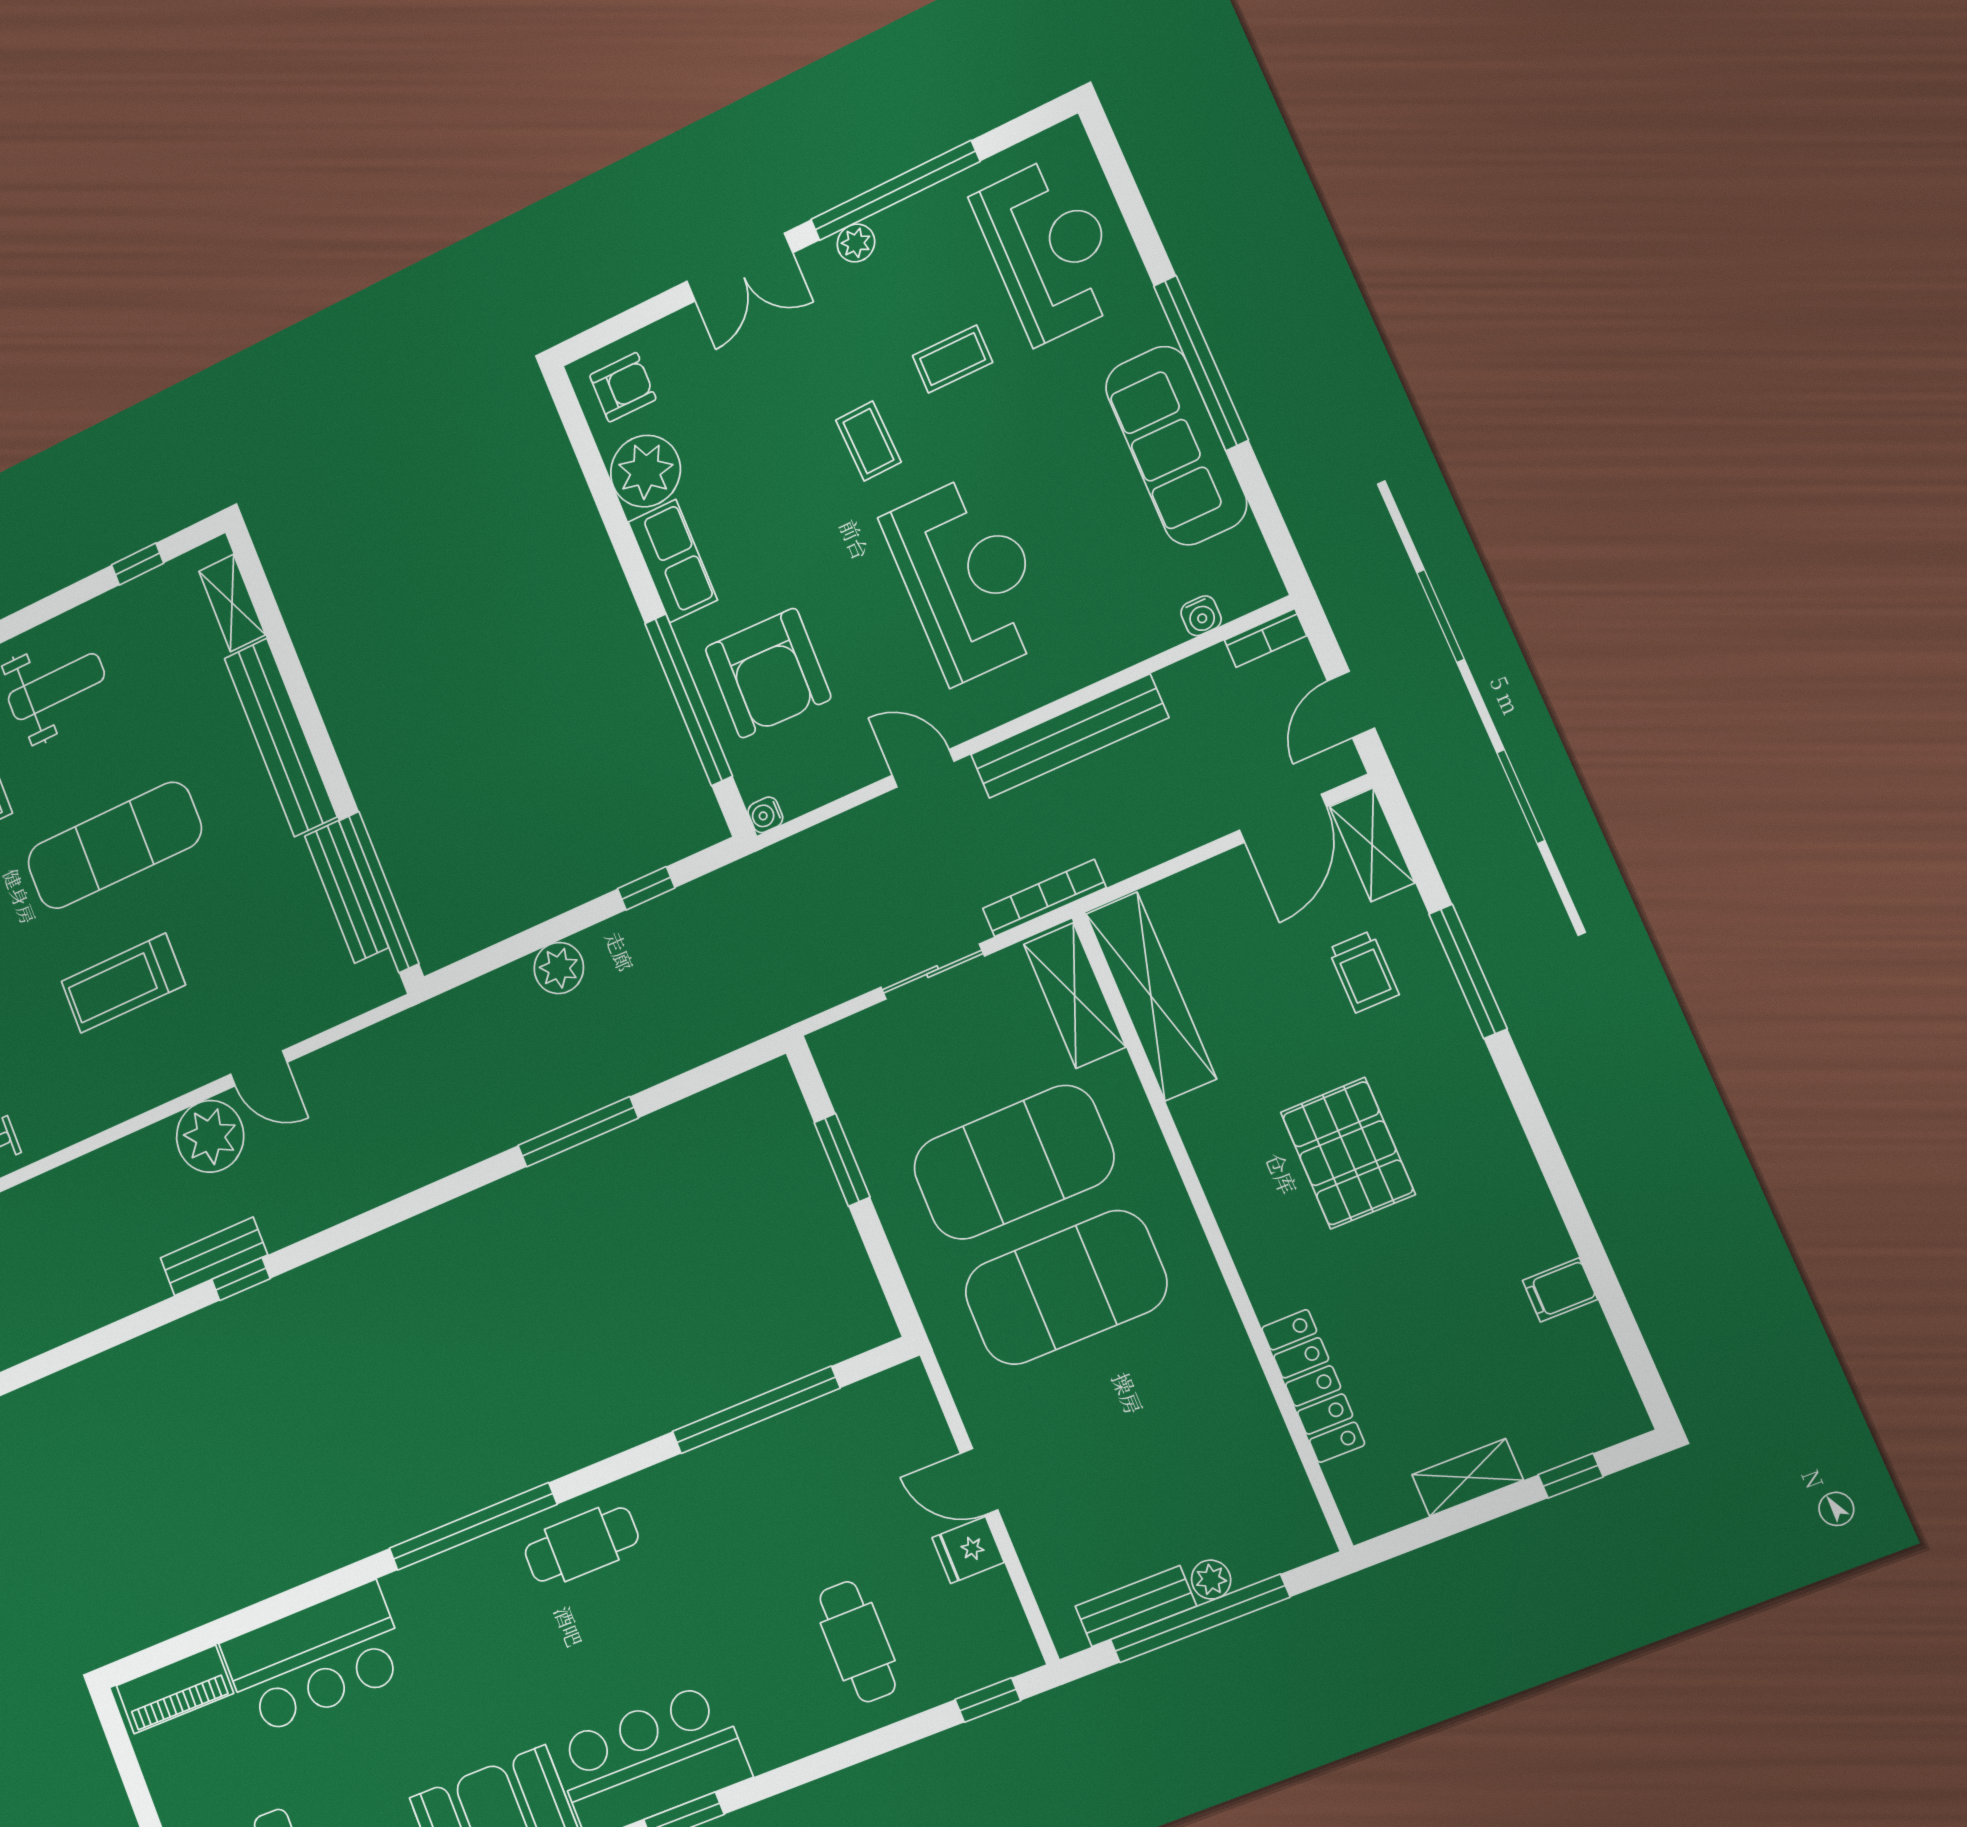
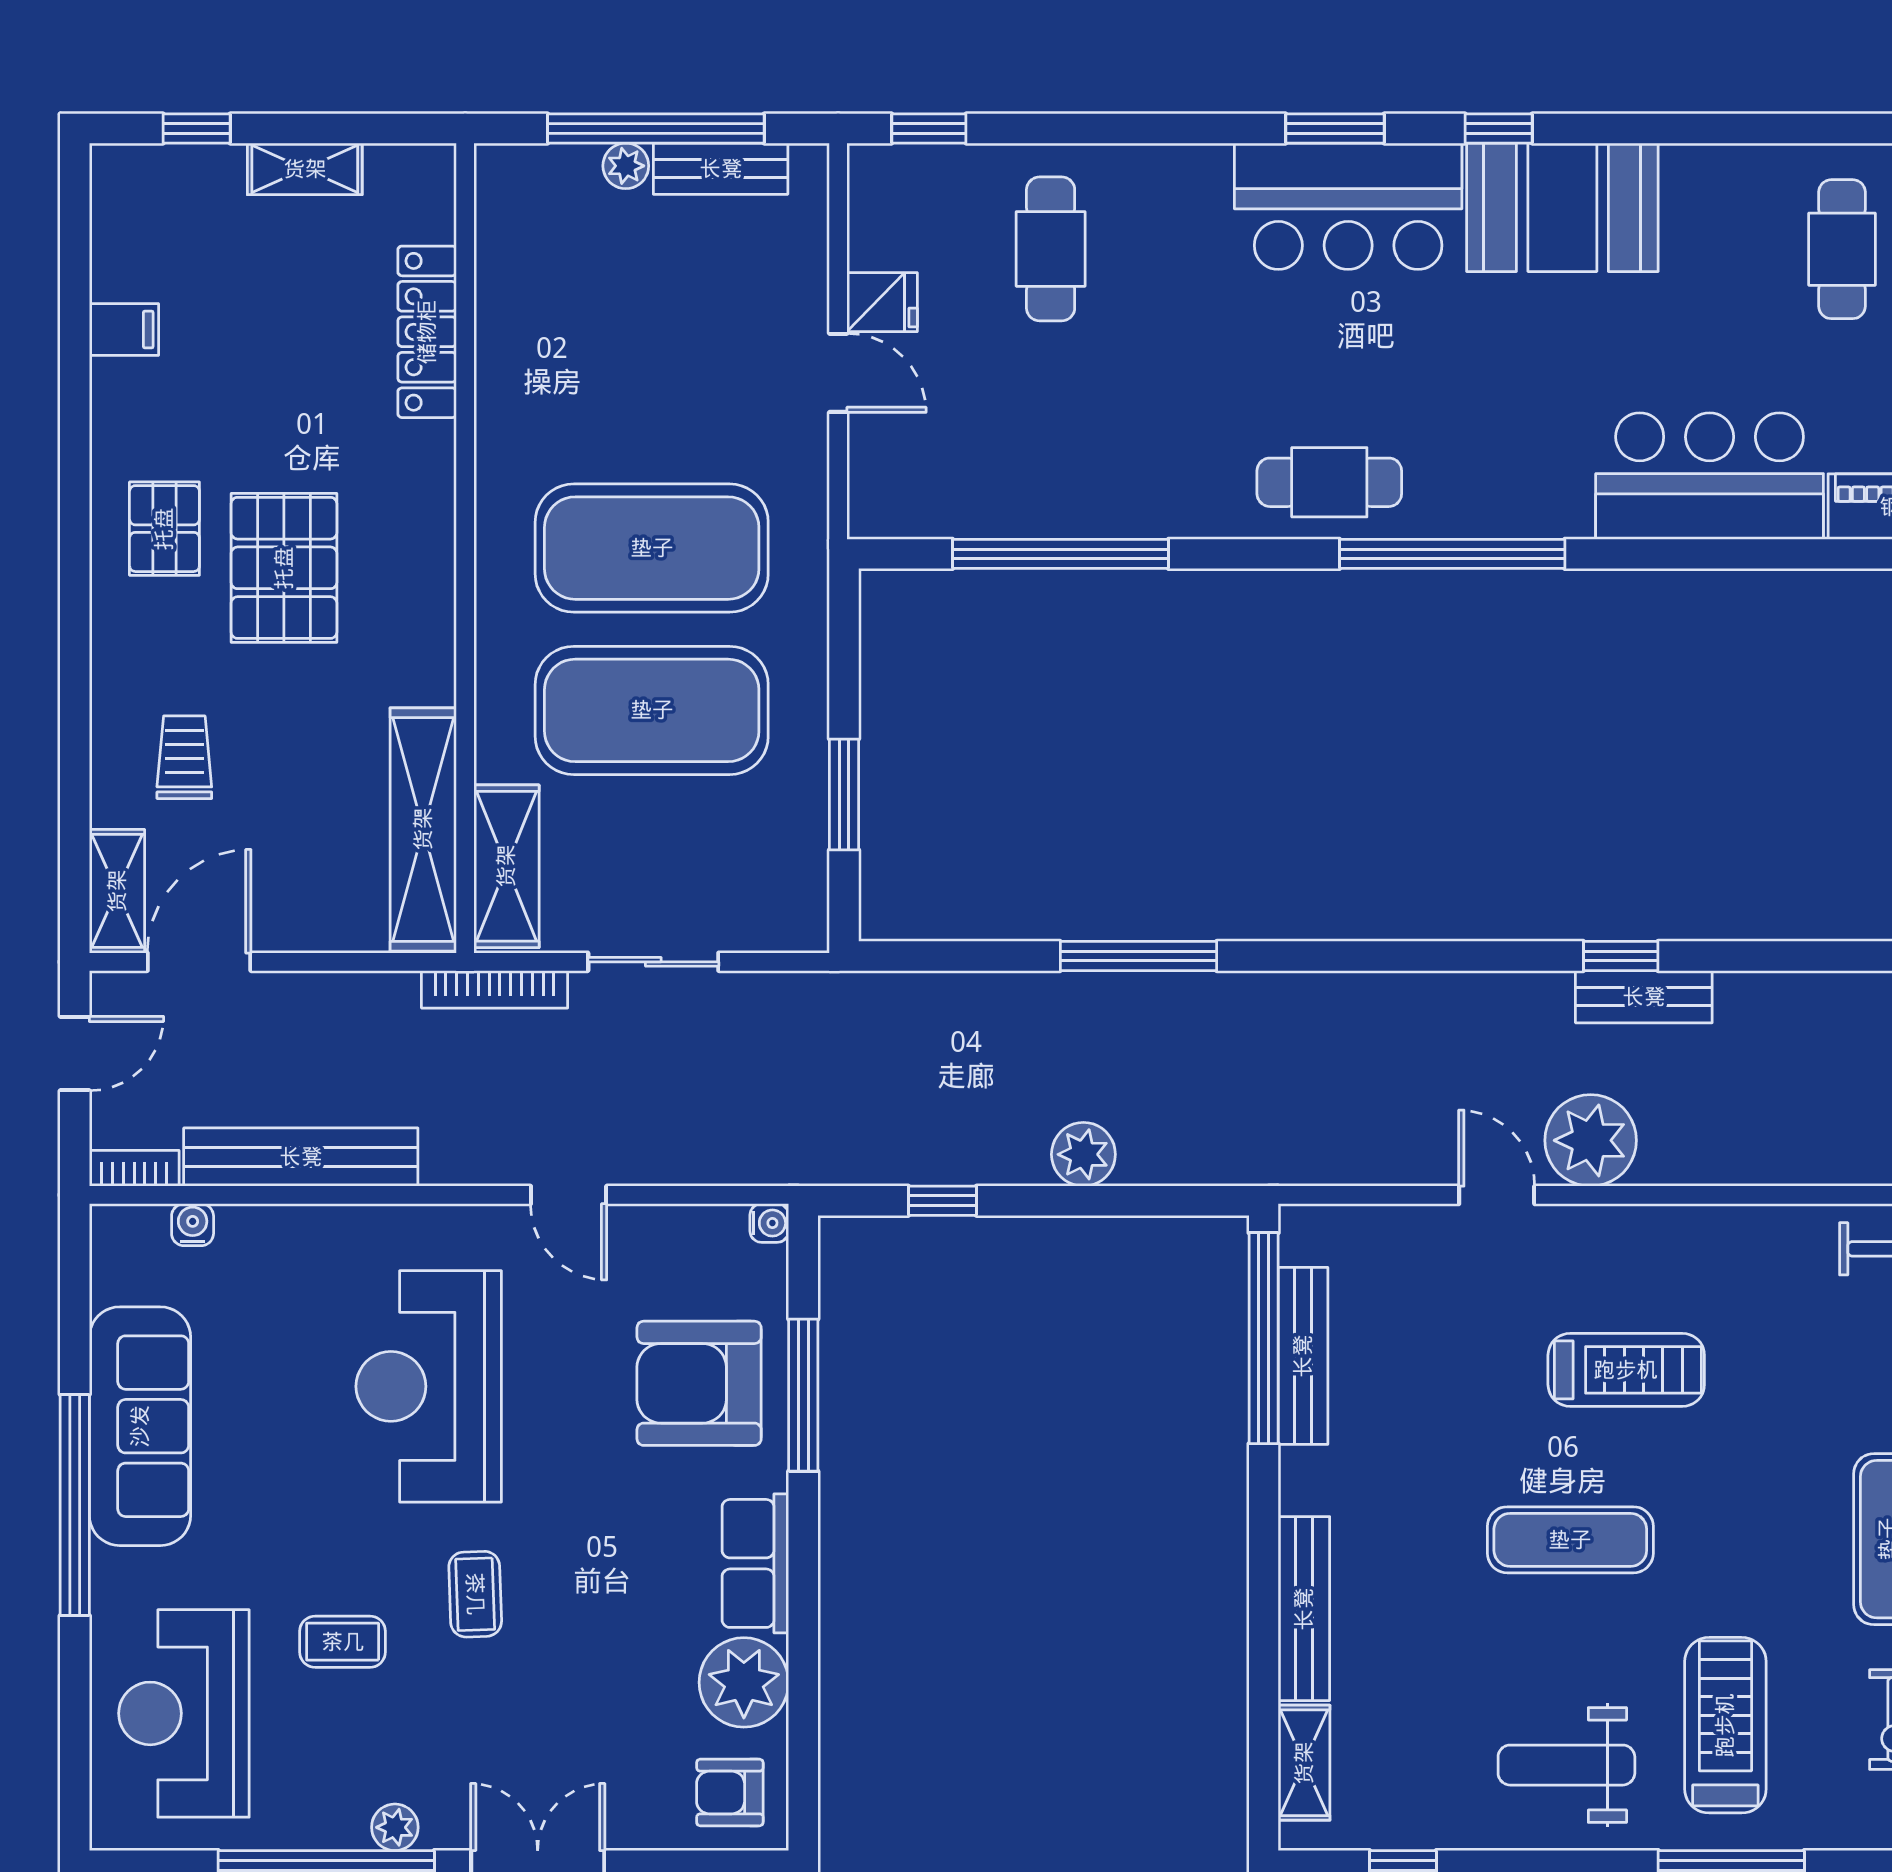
armchair: (768, 673) -> (699, 1383), turned -91
window: (689, 700) -> (803, 1395), width x0.68
bench: (1069, 736) -> (301, 1157), moved
bench: (281, 737) -> (1304, 1609), width x0.73, depth x0.82
exercise mat: (114, 845) -> (1570, 1540), width x0.73, depth x0.69
window: (1468, 971) -> (75, 710), removed
pallet: (1458, 1145) -> (164, 529), added

